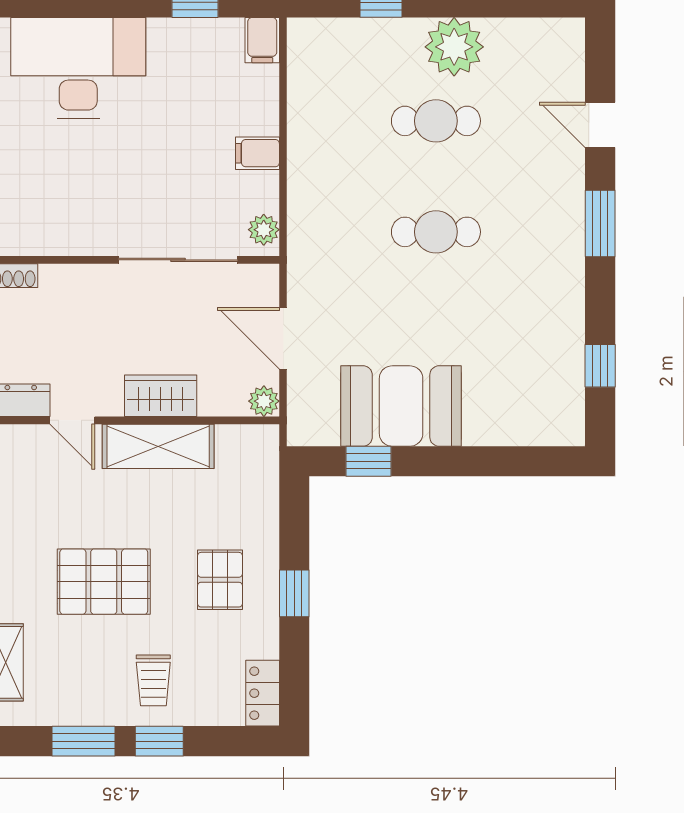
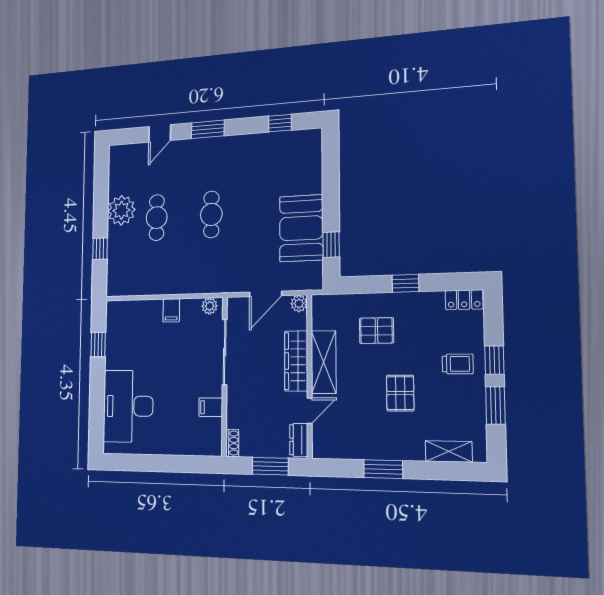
filing cabinet: (262, 40) -> (211, 407), moved, turned 180
wardrobe: (161, 396) -> (296, 361), width x1.50
pallet: (220, 580) -> (376, 331), moved
pallet: (104, 582) -> (400, 393), width x0.67, depth x0.71

